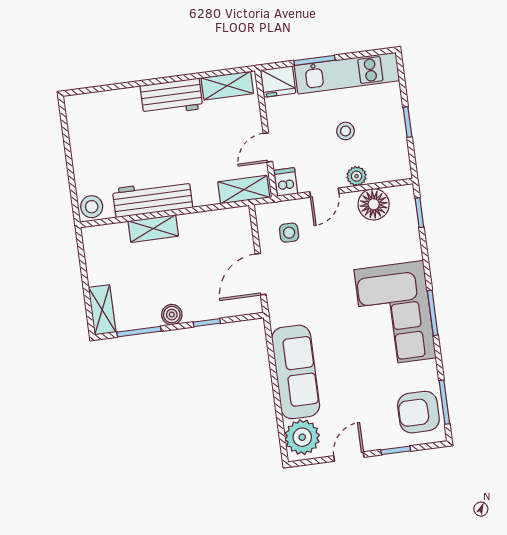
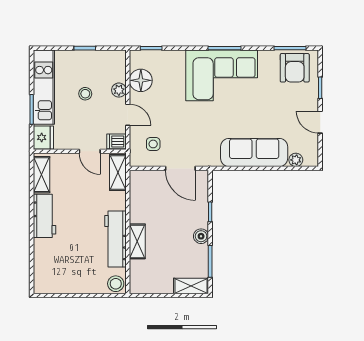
plant: (302, 437) -> (296, 160), width x0.53, depth x0.53

